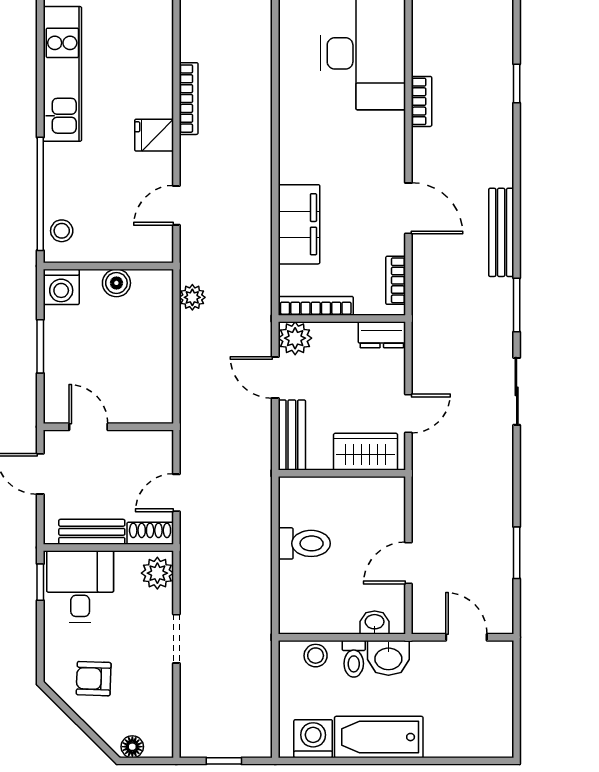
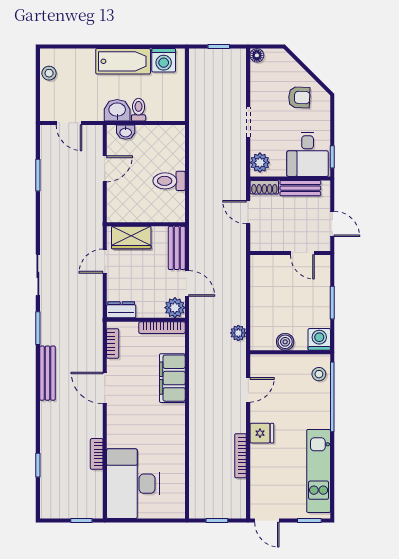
door: (176, 493) -> (248, 212), swing flipped
stool: (316, 656) -> (49, 73), moved
floor lamp: (132, 747) -> (257, 55), moved

